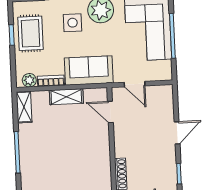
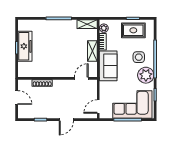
door: (135, 84) -> (98, 107), moved
door: (177, 133) -> (66, 120), hinge flipped

